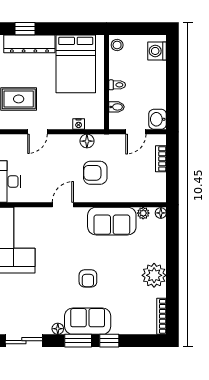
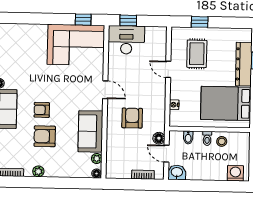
stool: (117, 45) -> (222, 141), moved
floor lamp: (87, 141) -> (159, 138), moved
armchair: (119, 274) -> (45, 136), added
plant: (154, 275) -> (38, 171), width x0.53, depth x0.53

